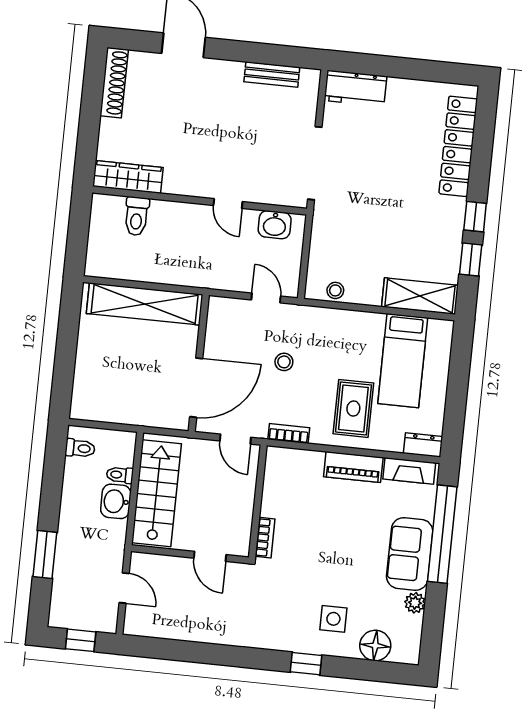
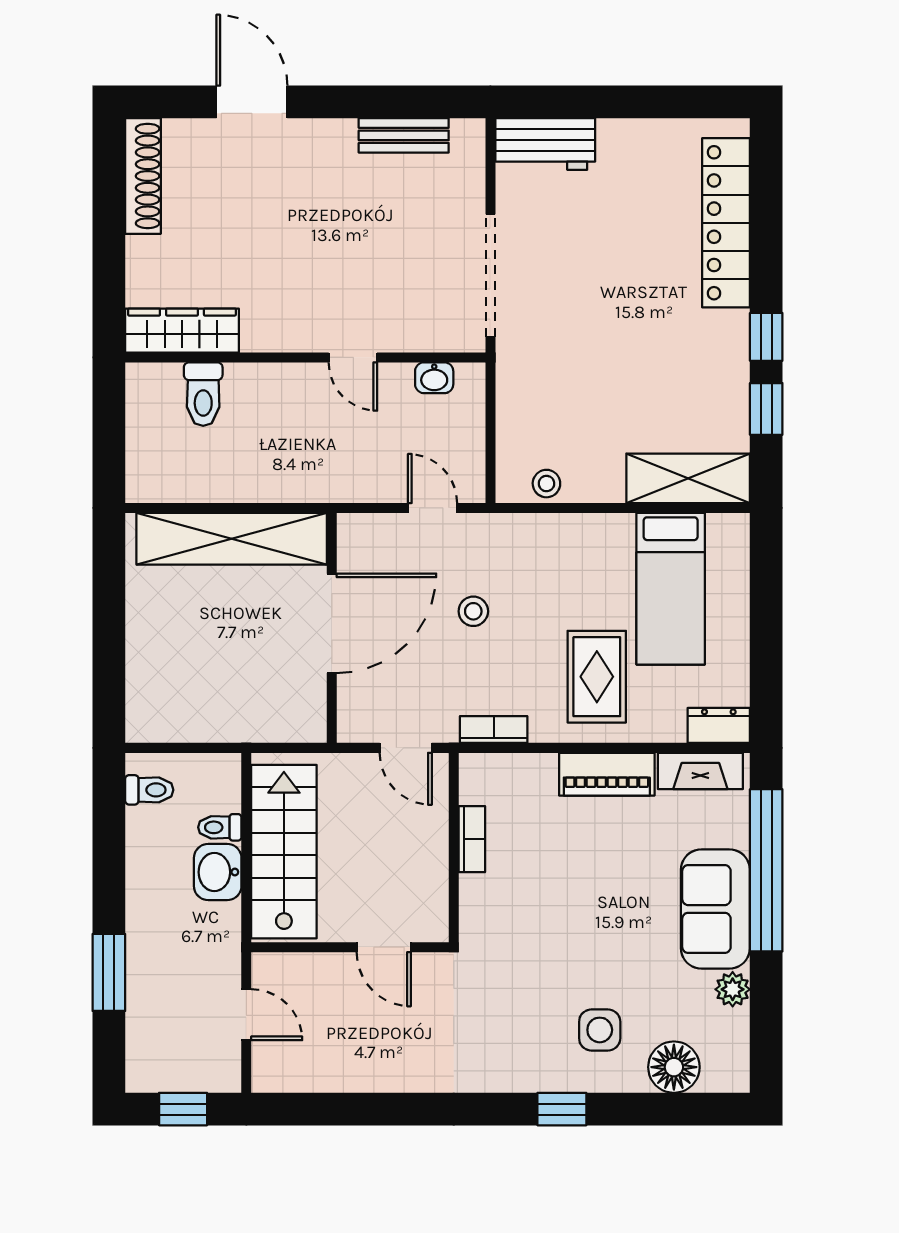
washbasin: (275, 225) -> (434, 378), width x0.72, depth x0.69
door: (196, 388) -> (332, 623), moved
bookcase: (265, 538) -> (472, 839), moved

